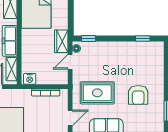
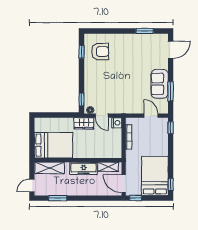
nightstand: (30, 79) -> (117, 123), moved
rug: (97, 93) -> (129, 92), removed
armchair: (138, 95) -> (100, 52), moved

